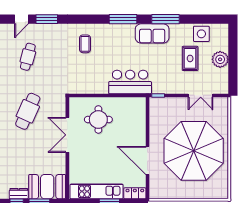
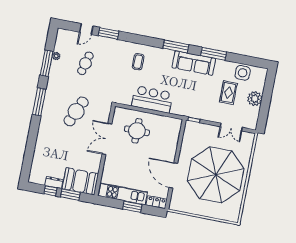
sofa: (152, 33) -> (194, 63), width x1.36
bar counter: (130, 82) -> (152, 99), moved

